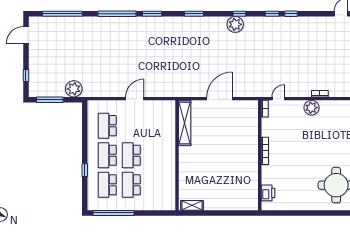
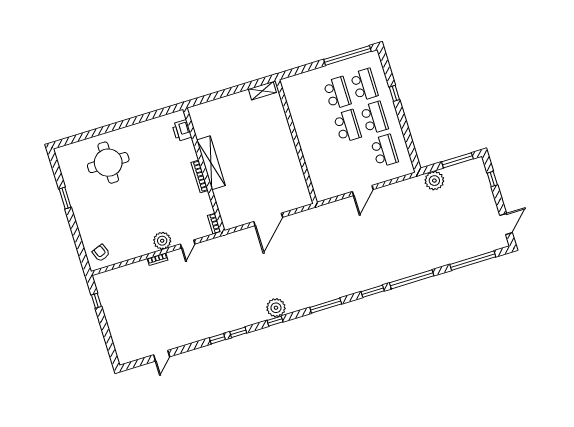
window: (194, 14) -> (326, 306), width x1.44
door: (278, 99) -> (188, 244), moved
shelving: (185, 123) -> (211, 163), moved

